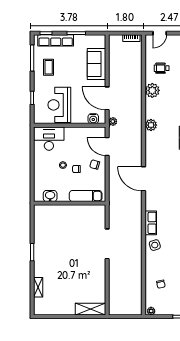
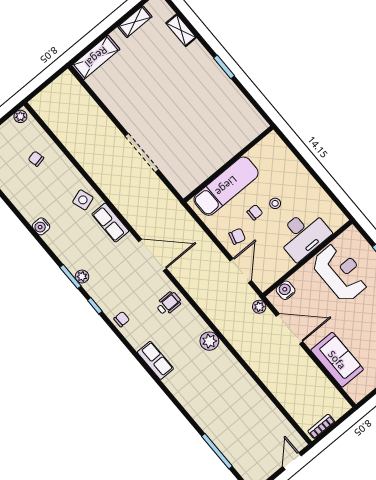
wheelchair: (162, 68) -> (169, 303), moved
plant: (152, 90) -> (243, 384), removed
desk: (49, 139) -> (303, 234), moved
door: (107, 146) -> (241, 271), hinge flipped
door: (144, 179) -> (152, 255), moved
washbasin: (50, 196) -> (259, 153), removed
exam couch: (86, 196) -> (226, 186), width x1.36, depth x1.45
shelving: (57, 310) -> (135, 22), added

